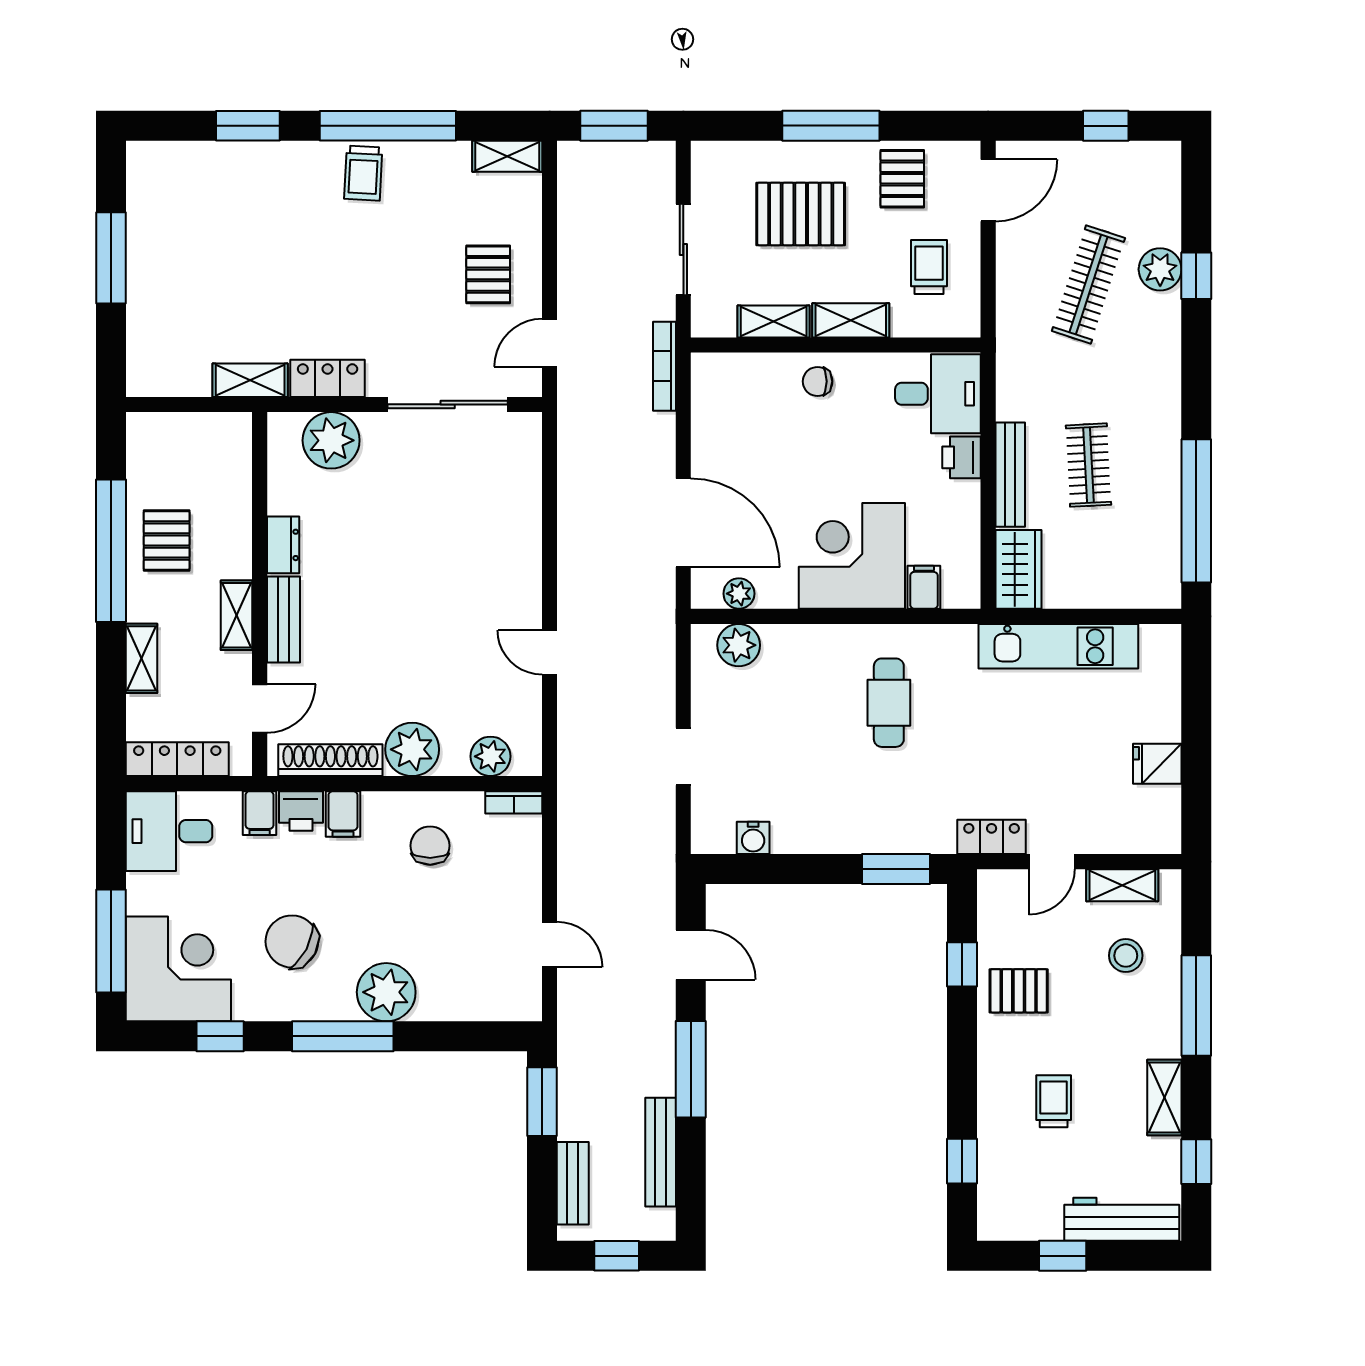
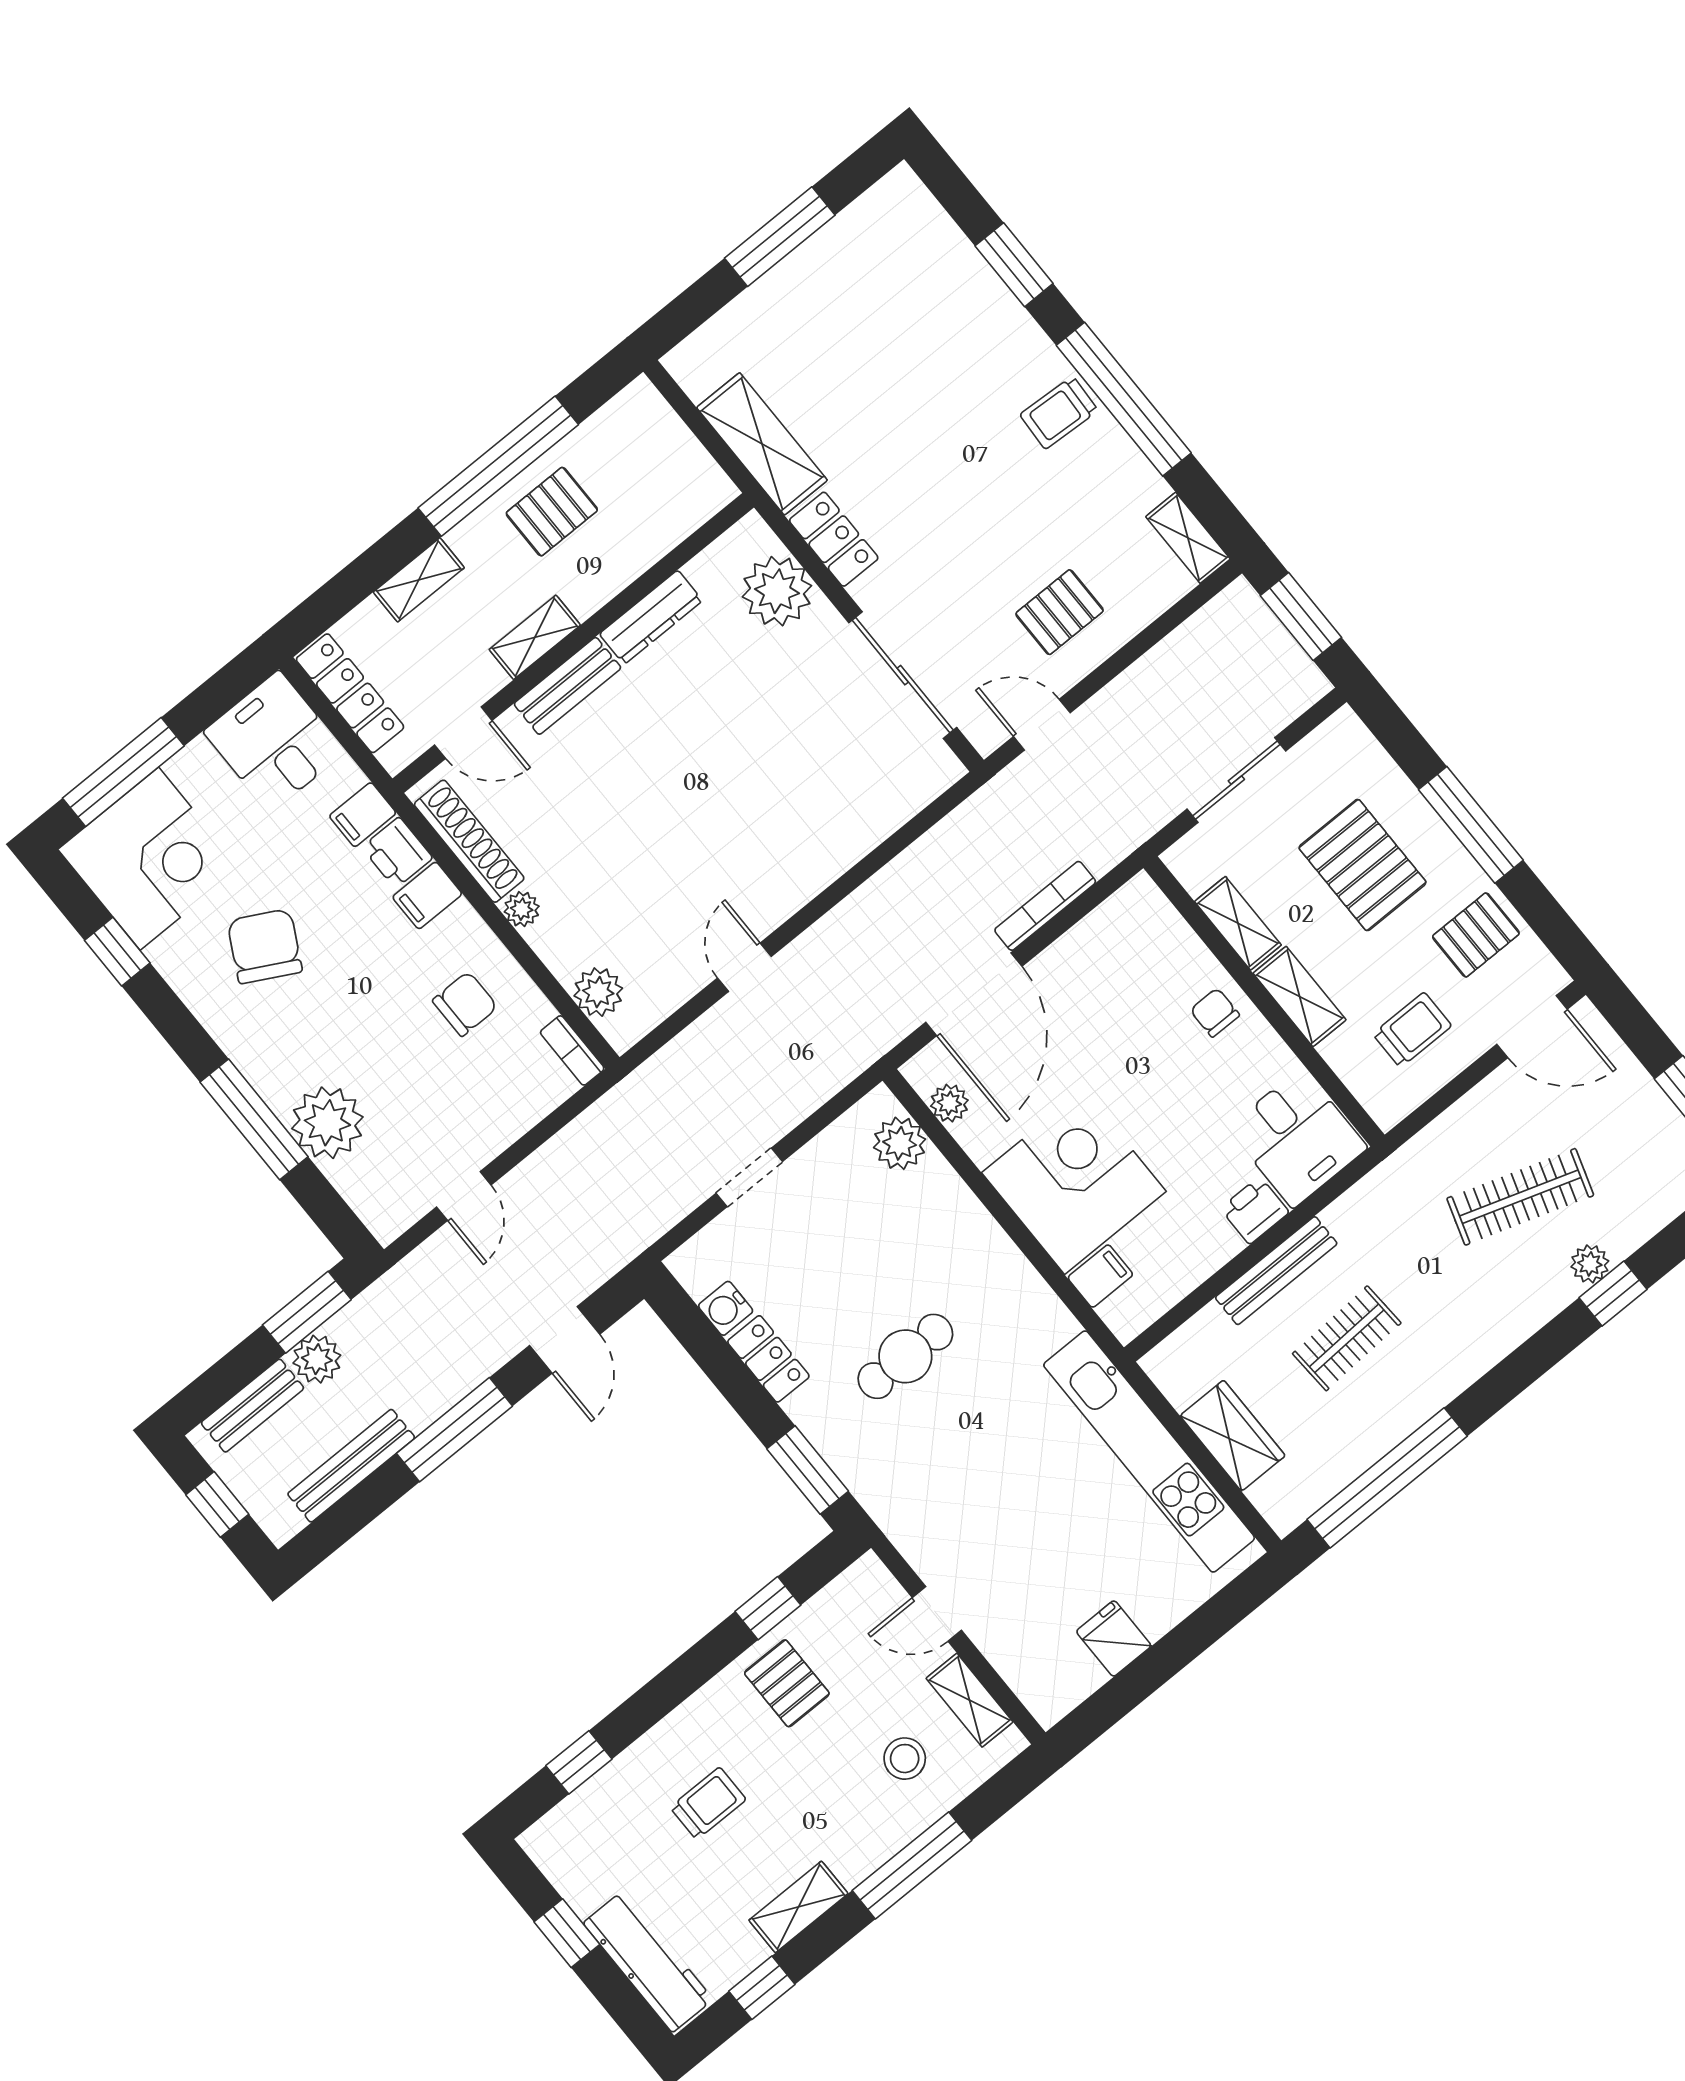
plant: (1160, 269) -> (1590, 1264), width x0.73, depth x0.73
bookcase: (664, 366) -> (1045, 906), moved
shelving: (250, 380) -> (762, 444), width x1.50, depth x1.33
dresser: (283, 545) -> (651, 617), width x1.44
wardrobe: (1018, 569) -> (1233, 1436), moved, turned -90
kitchen unit: (1058, 646) -> (1149, 1451), width x1.36
cafe table: (889, 703) -> (905, 1356), moved
plant: (412, 749) -> (522, 909), width x0.53, depth x0.53
locker: (992, 837) -> (768, 1359), moved
plant: (386, 992) -> (327, 1123), moved
window: (343, 1036) -> (254, 1119), moved
plant: (577, 1119) -> (317, 1359), added

